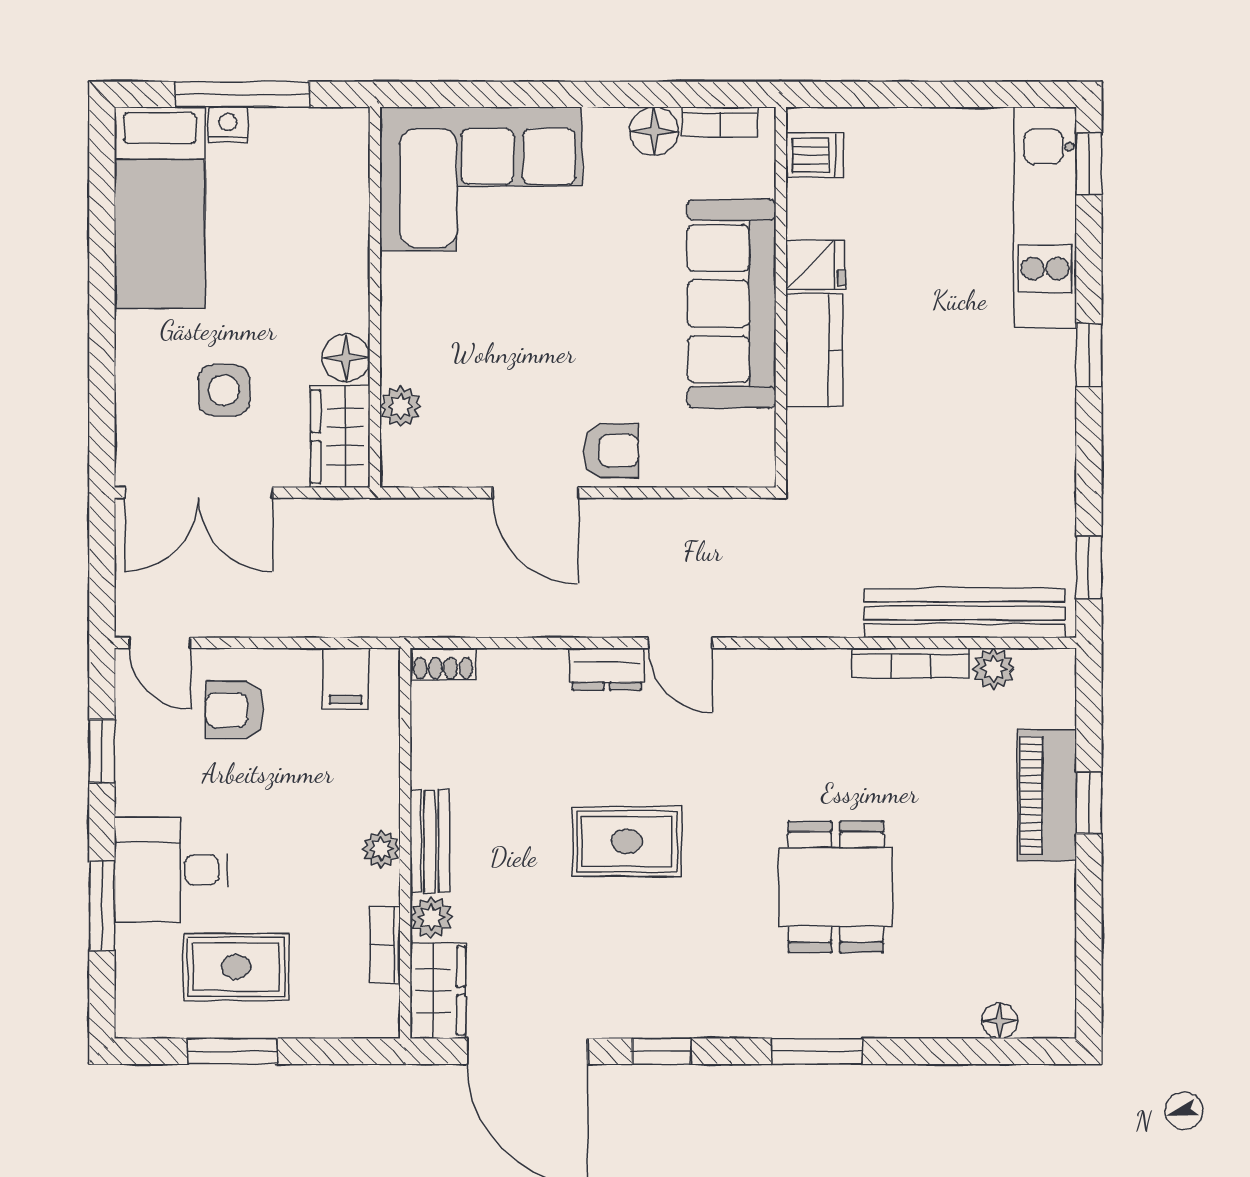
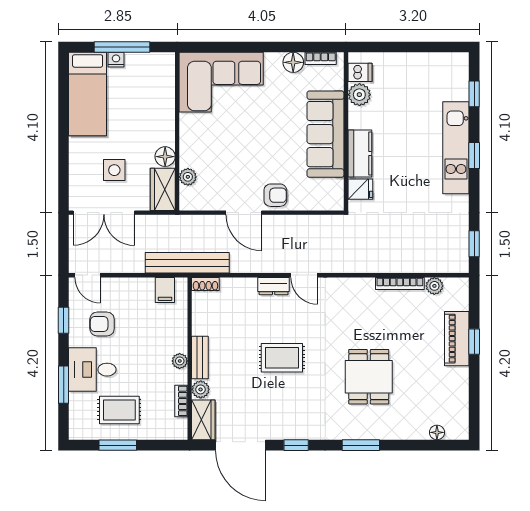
window: (1089, 164) -> (474, 94), moved
plant: (813, 209) -> (359, 95), added
kitchen unit: (1045, 218) -> (456, 148), moved
fridge: (815, 265) -> (360, 189), moved
bench: (965, 613) -> (187, 263), moved
armchair: (235, 710) -> (102, 324), moved

